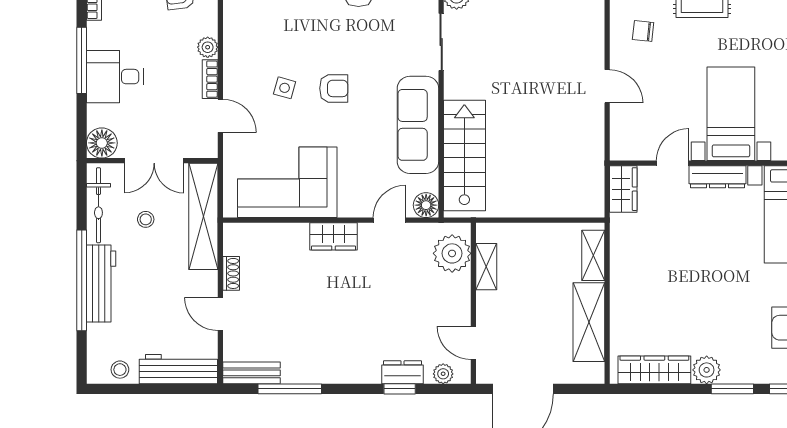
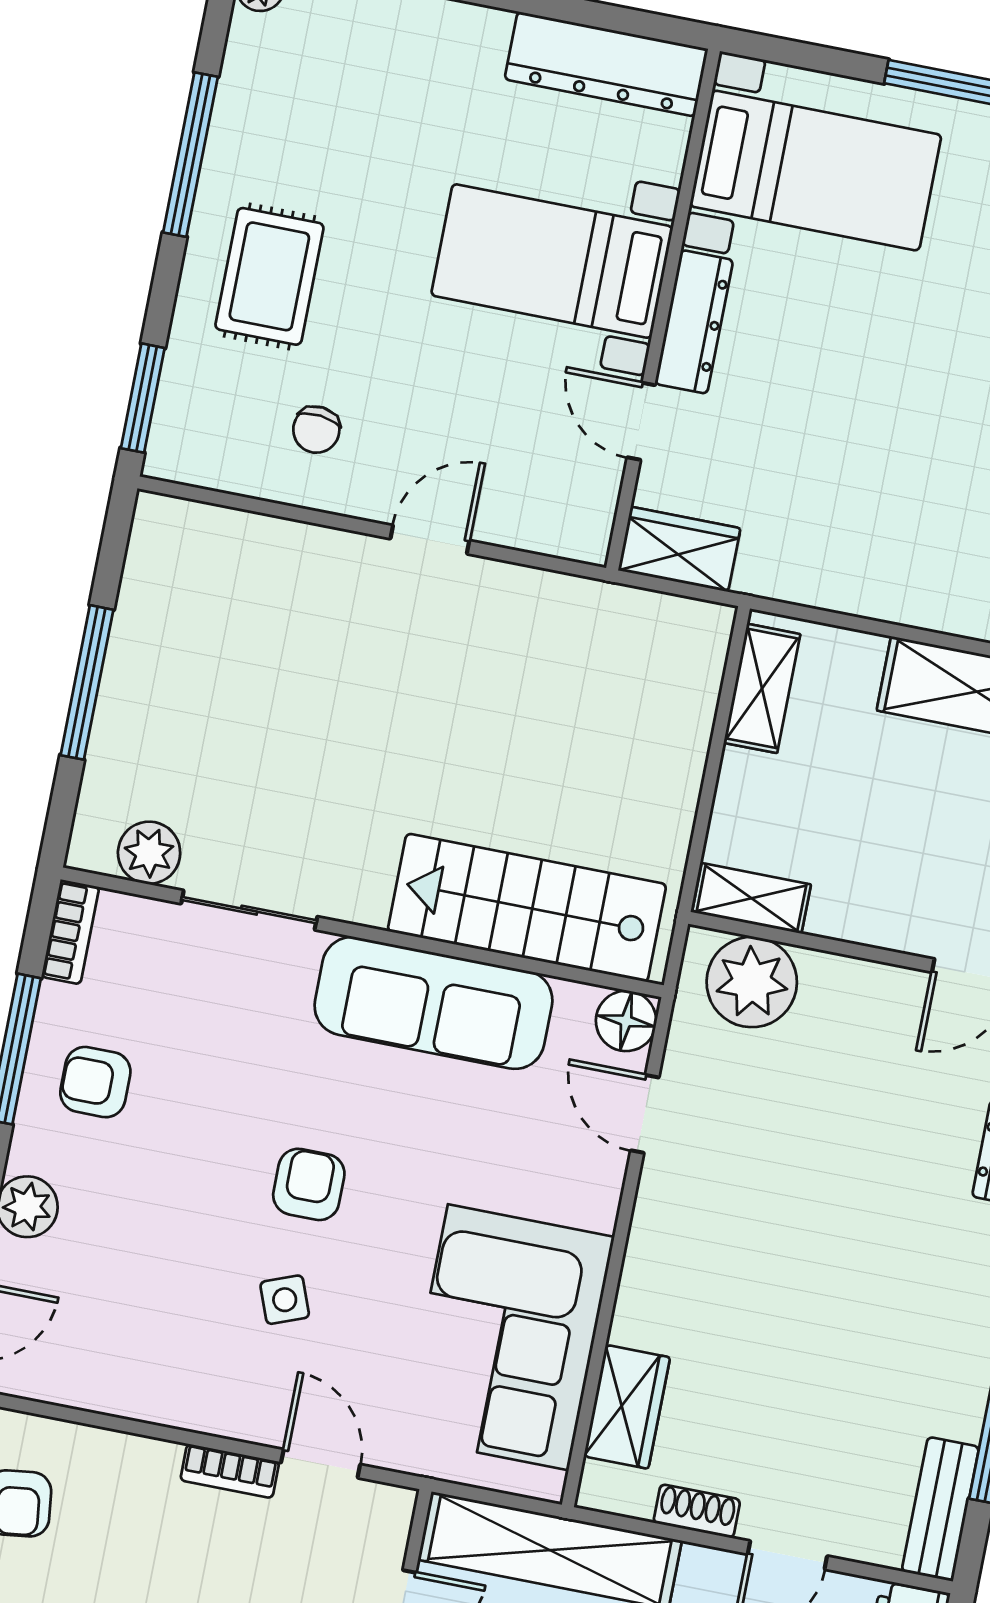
plant: (208, 47) -> (153, 1462), removed
side table: (285, 88) -> (285, 1300), turned -37
door: (220, 116) -> (321, 1464), hinge flipped
wardrobe: (334, 236) -> (627, 1407), moved
shelving: (593, 255) -> (762, 688), moved, turned 90
shelving: (486, 267) -> (751, 898), moved

